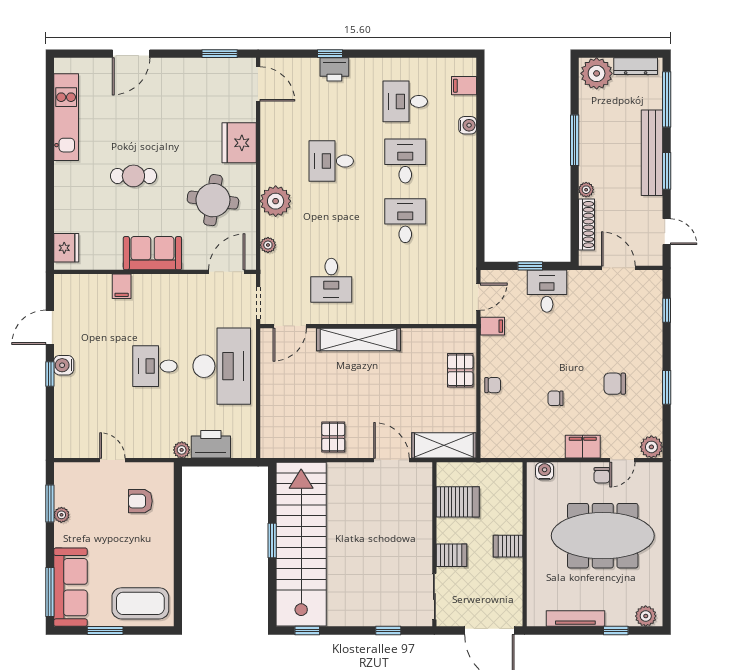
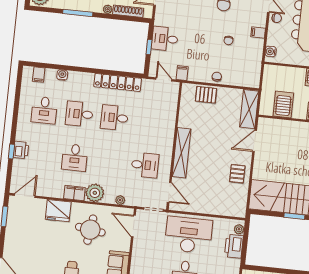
filing cabinet: (272, 167) -> (74, 193), added
locker: (465, 220) -> (118, 82), added
pallet: (333, 437) -> (237, 174), turned 90
filing cabinet: (583, 447) -> (258, 33), width x0.50
plant: (182, 450) -> (239, 229), moved

